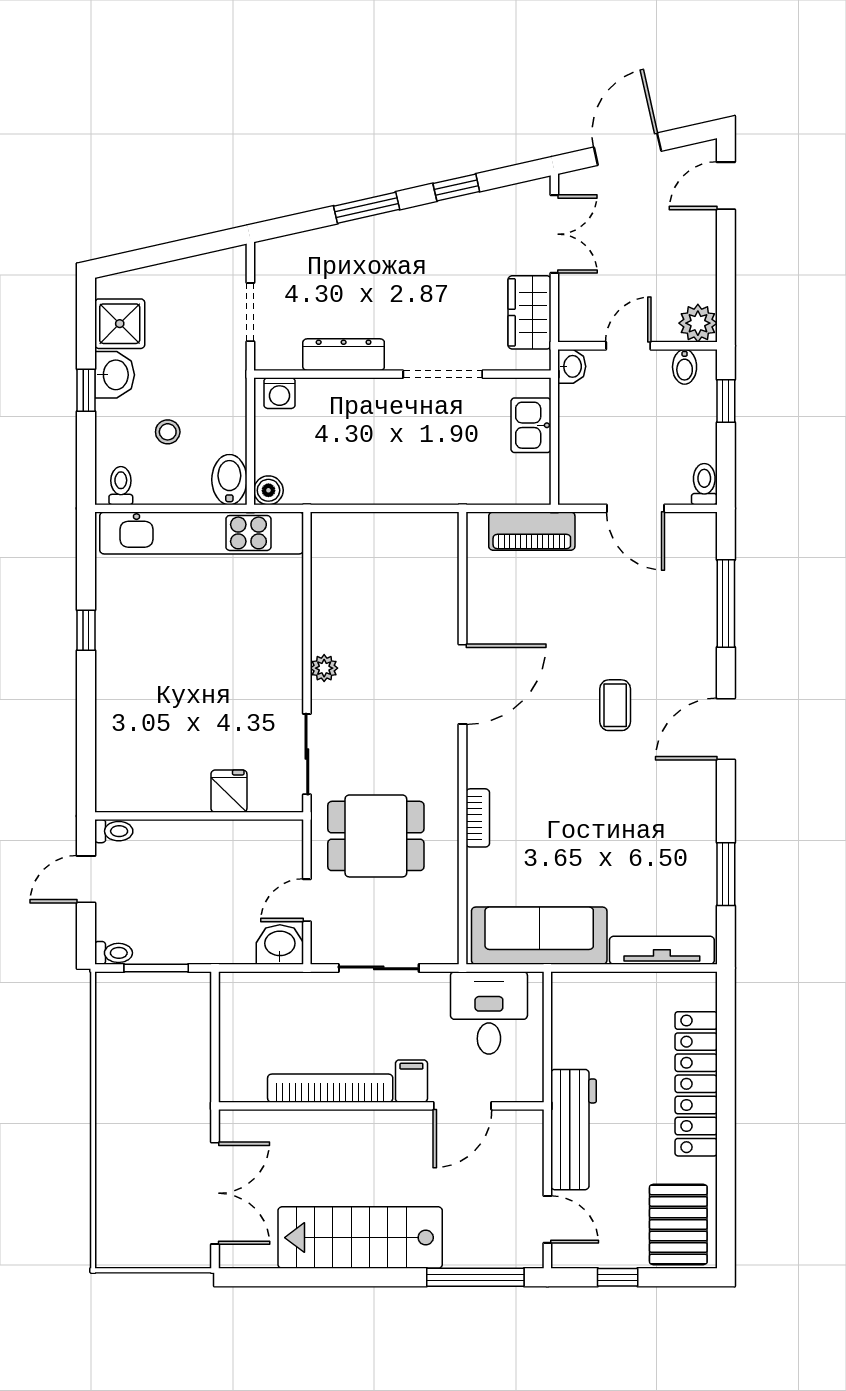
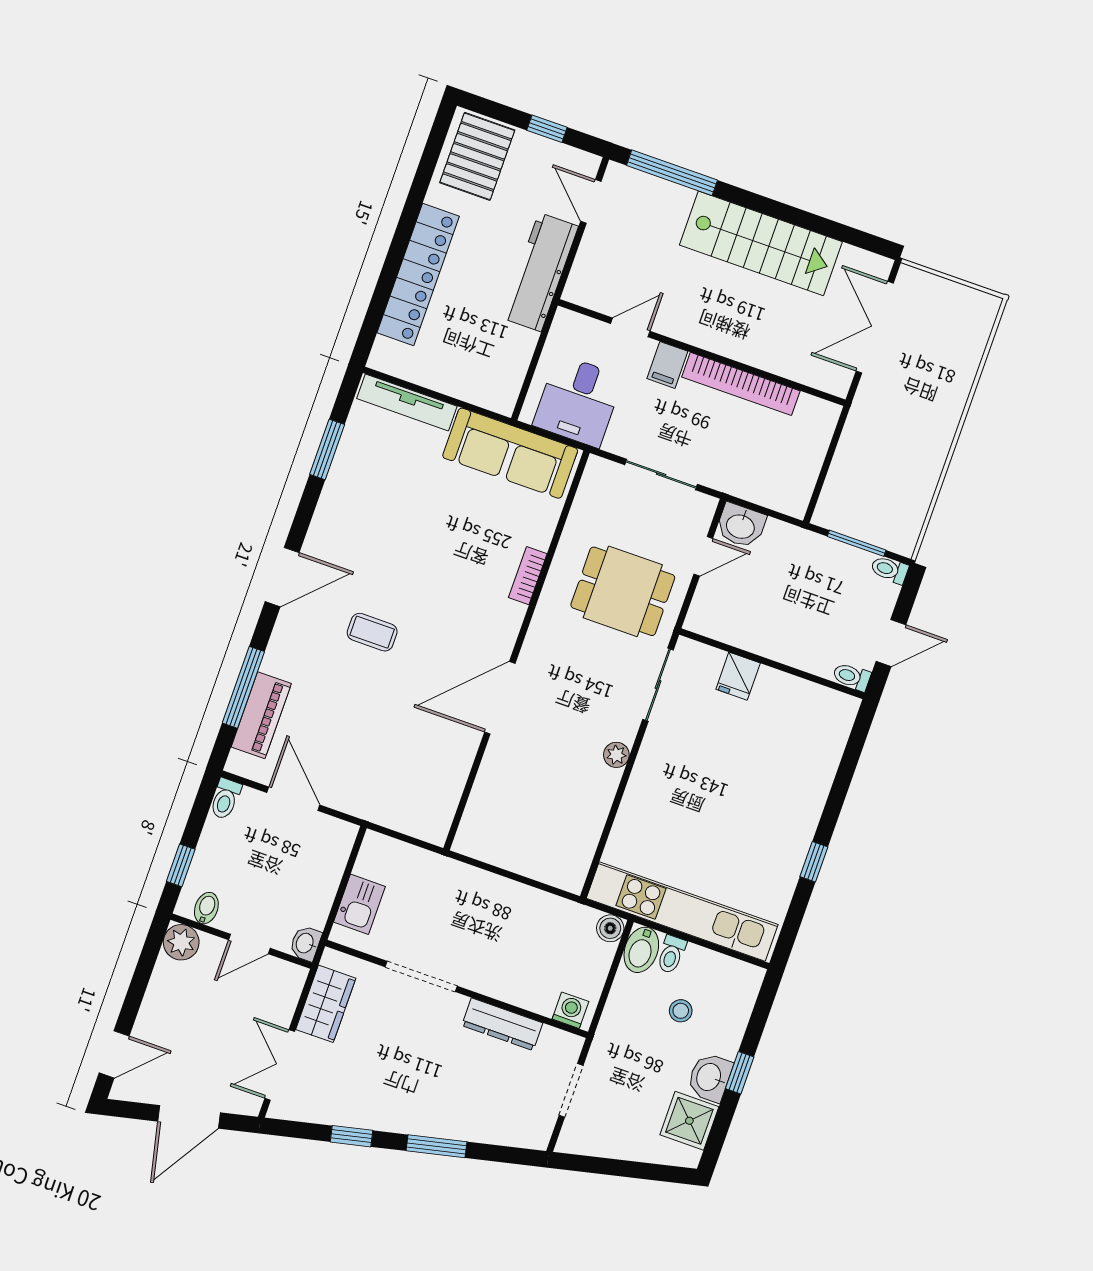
toilet: (121, 486) -> (671, 954), moved
piano: (532, 531) -> (261, 715), moved, turned 90
coffee table: (615, 705) -> (372, 632), turned 90
door: (462, 1106) -> (630, 327), width x0.73

